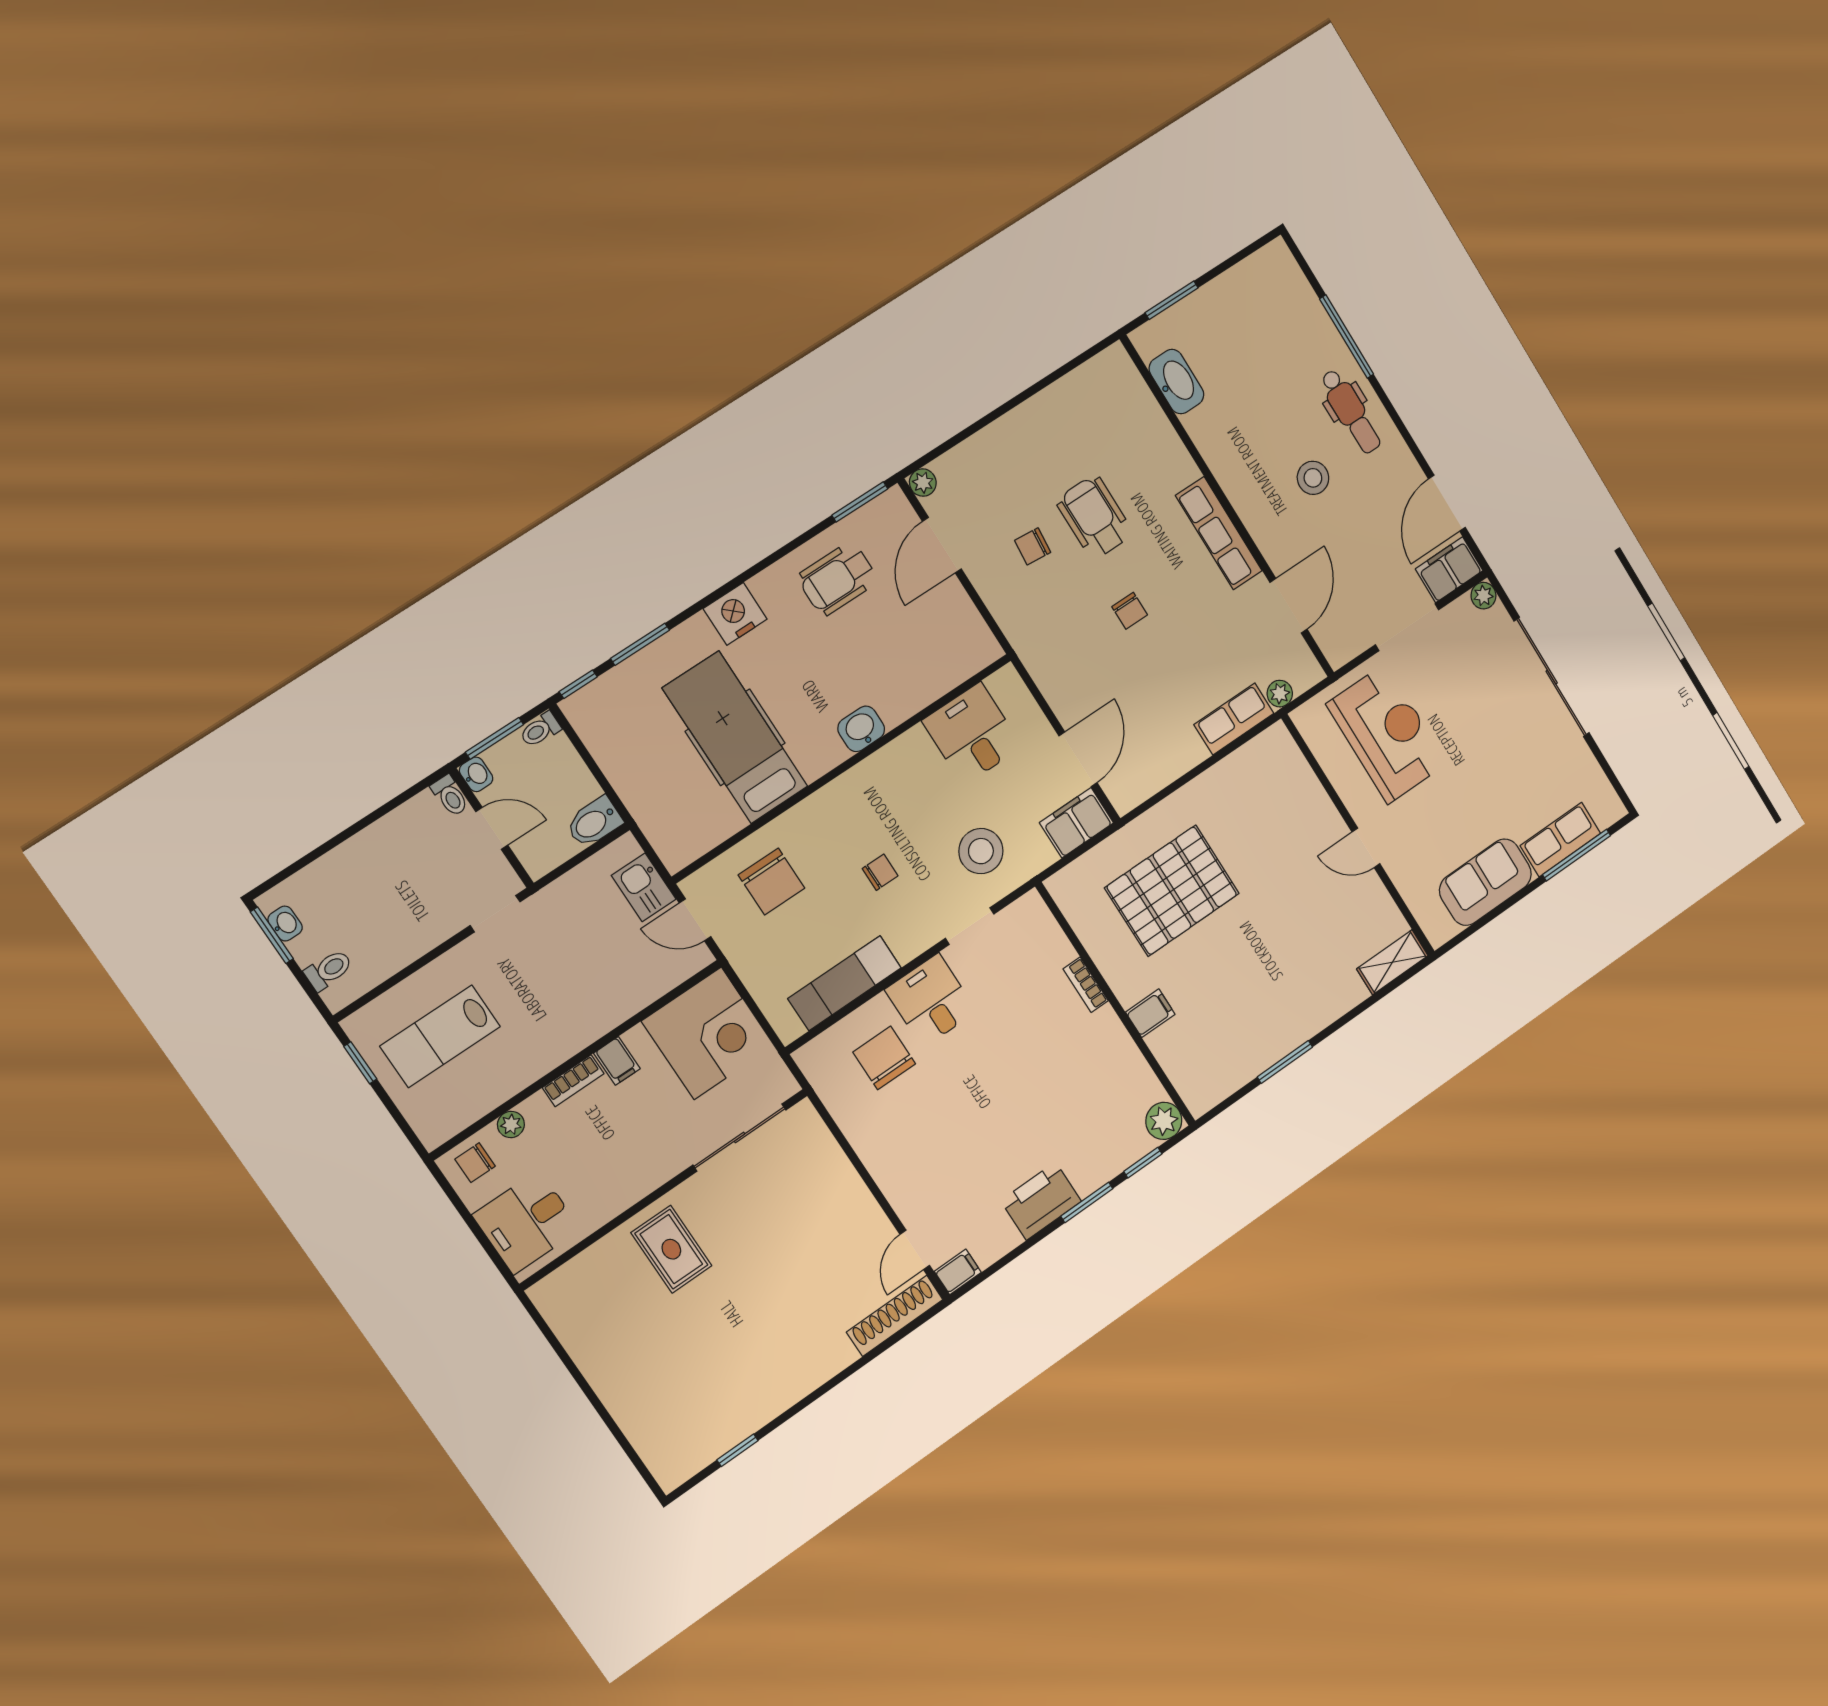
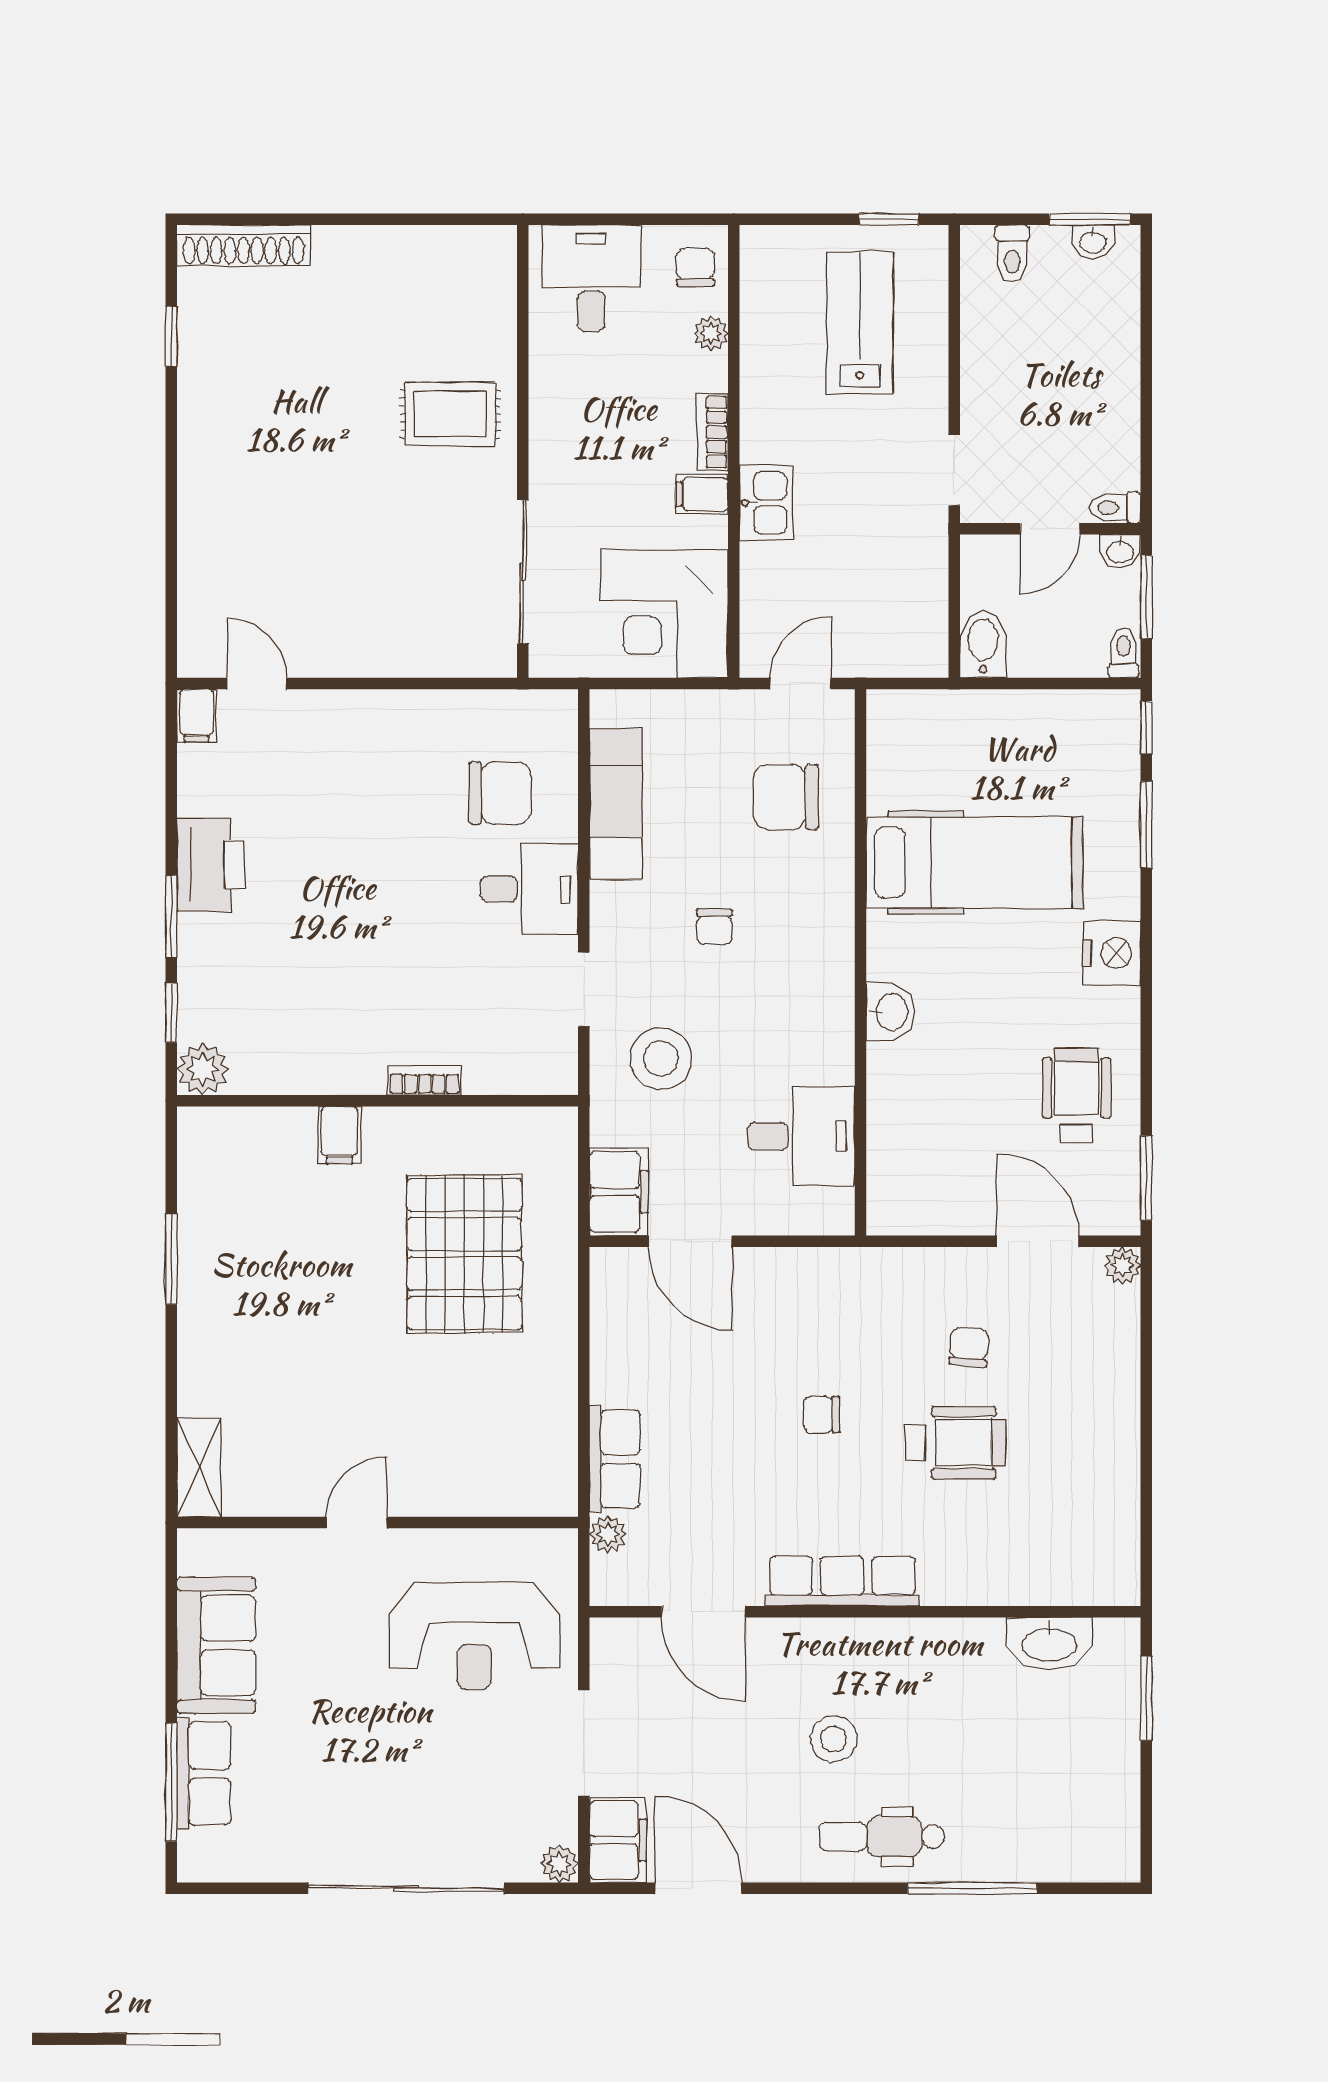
kitchen sink: (644, 887) -> (766, 503), moved, turned 90
shoe rack: (895, 1316) -> (244, 246), moved, turned 90

